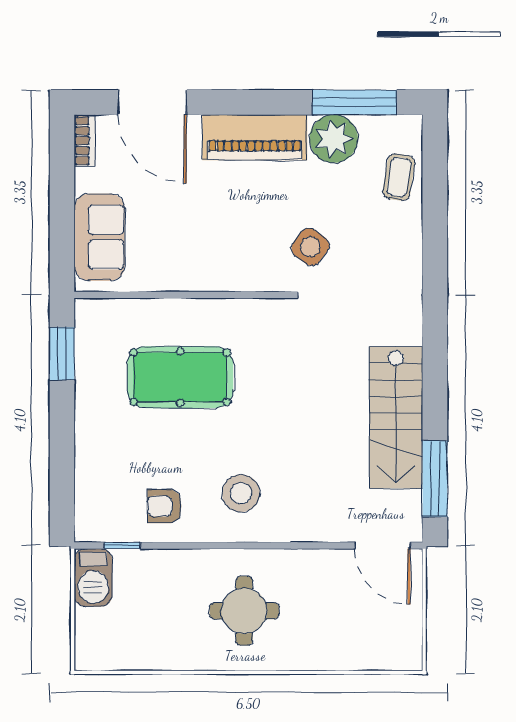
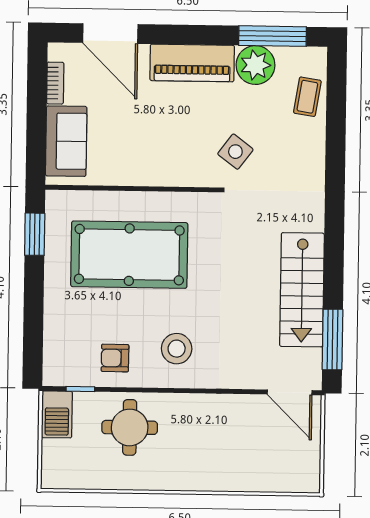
bookcase: (85, 141) -> (55, 83), moved
pool table: (180, 377) -> (129, 255), width x1.36, depth x1.32
round table: (244, 611) -> (130, 427), moved

